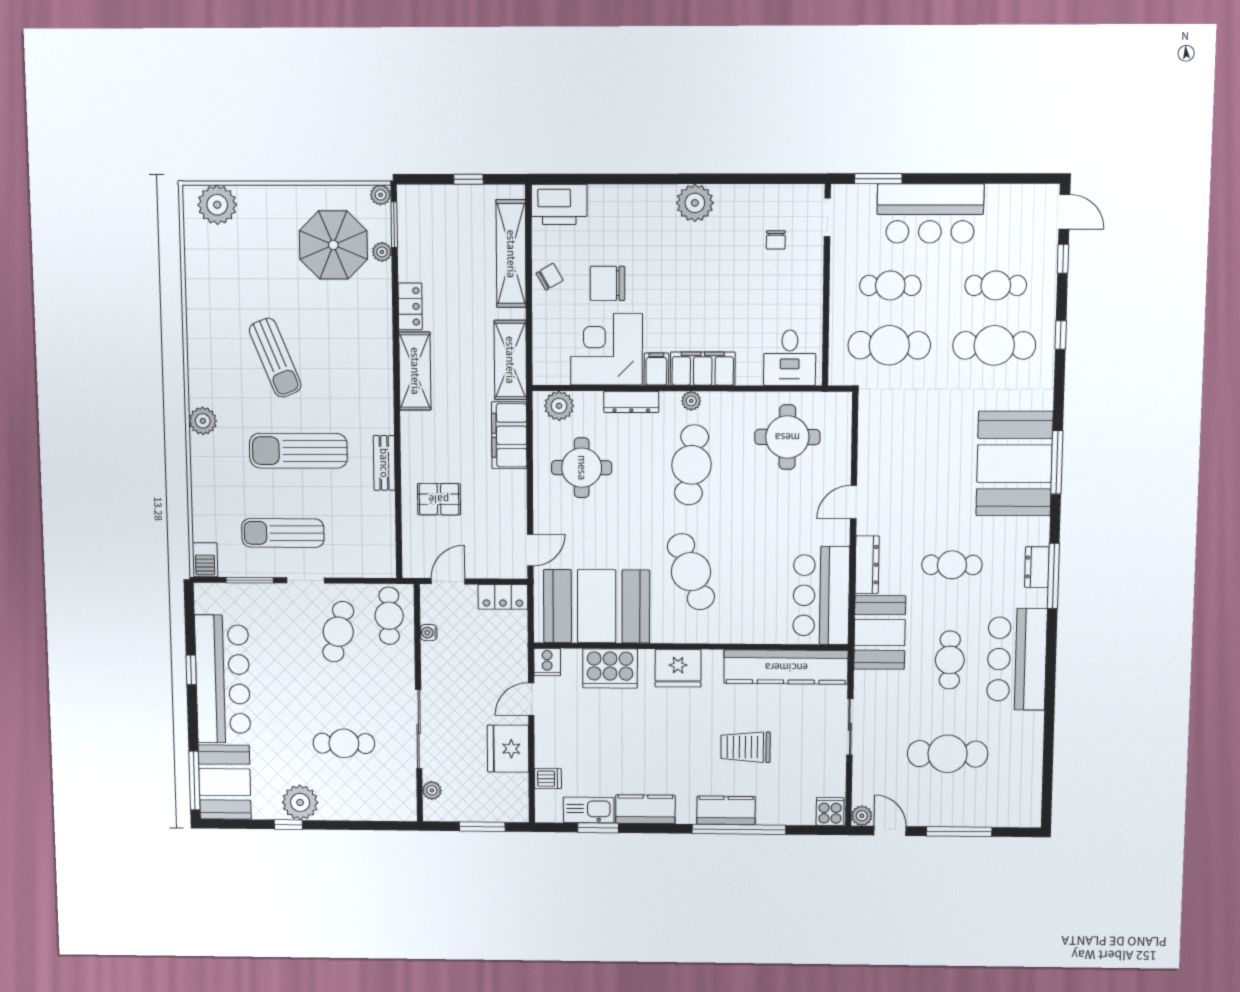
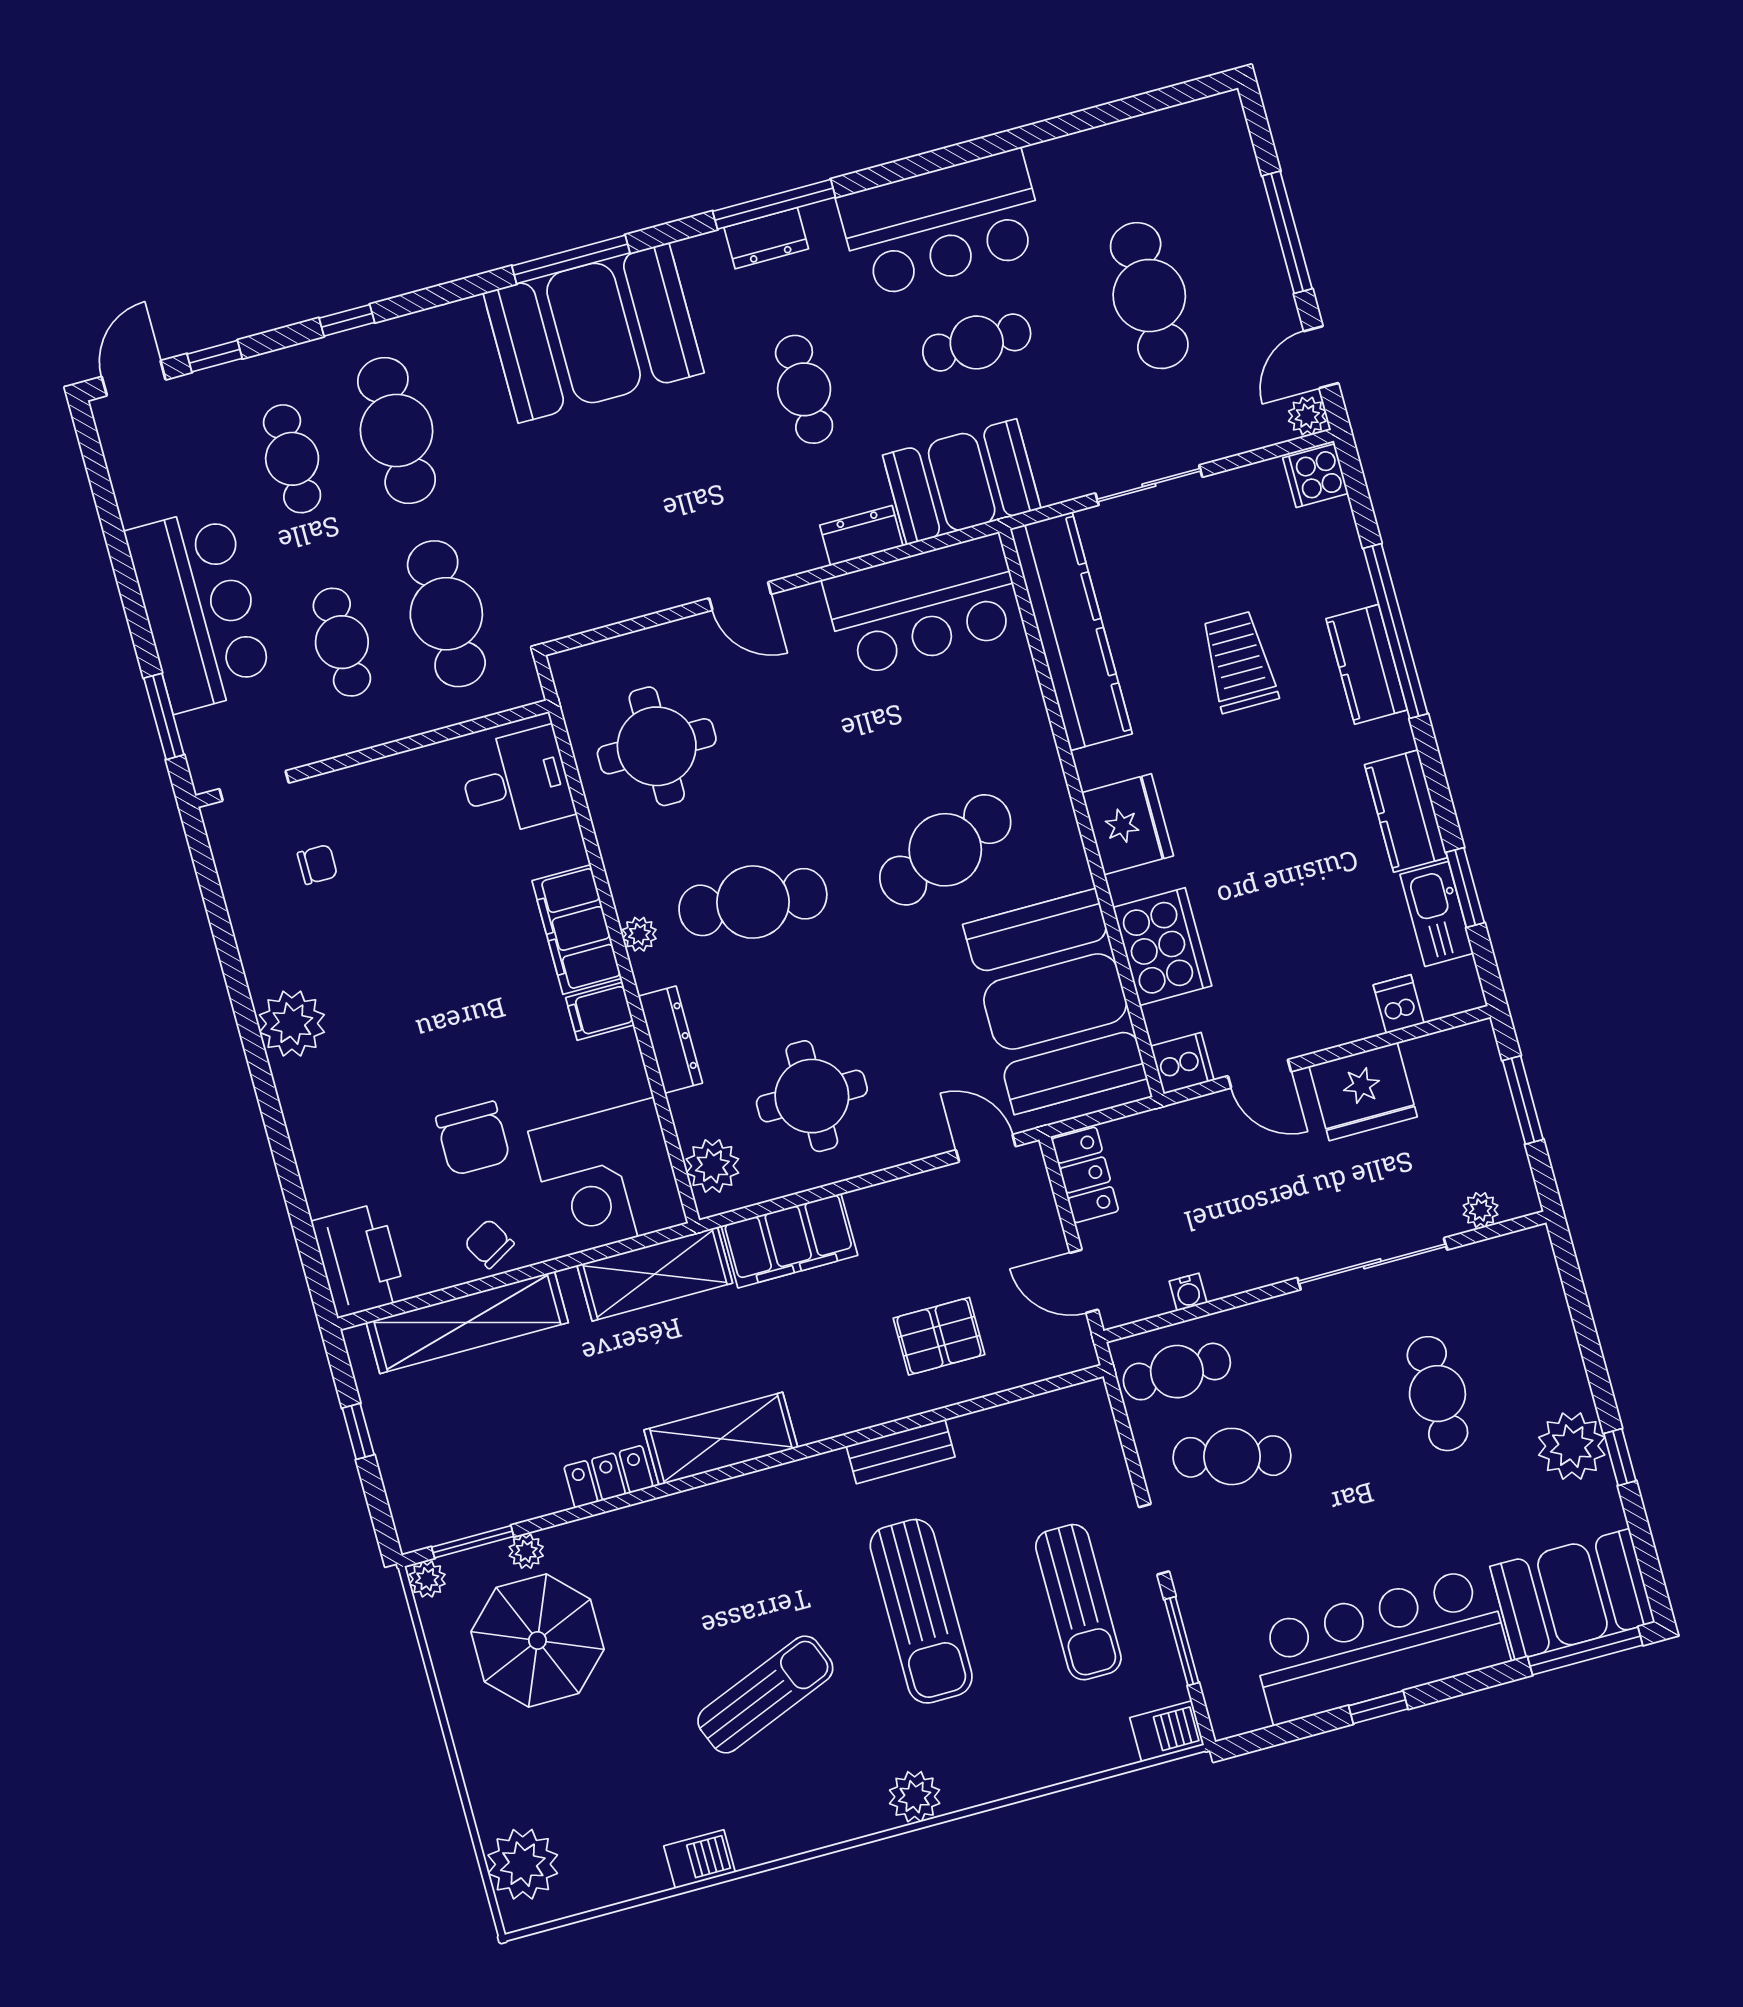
barbecue: (197, 299) -> (700, 1859), added
corner desk: (607, 349) -> (608, 1177), moved
pallet: (439, 499) -> (939, 1336), turned 90
dresser: (867, 565) -> (861, 536), width x0.70
trolley: (746, 747) -> (1239, 662), turned 180

